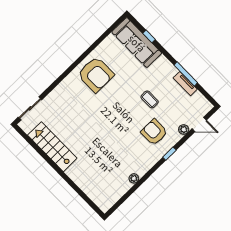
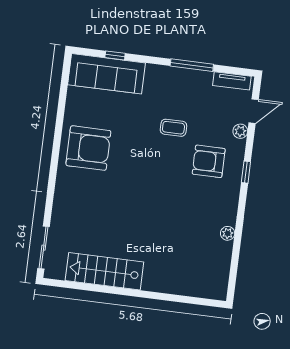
tv unit: (185, 84) -> (232, 81), moved

